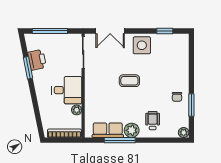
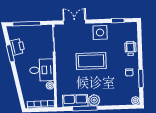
double door: (110, 31) -> (74, 22), swing flipped
coffee table: (129, 81) -> (91, 61), width x1.86, depth x1.72
wheelchair: (153, 121) -> (130, 49), moved

